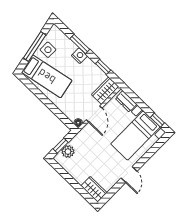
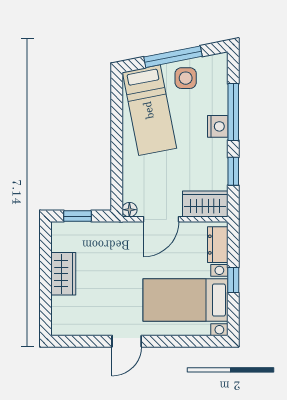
window: (80, 44) -> (233, 112), width x1.44
window: (157, 120) -> (233, 280), moved
plant: (68, 152) -> (79, 233), removed
wardrobe: (94, 189) -> (63, 274), moved

